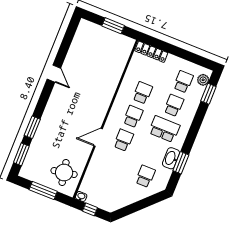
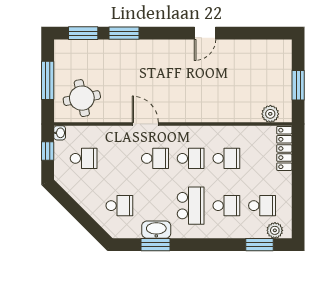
plant: (125, 52) -> (270, 114), added
school desk: (104, 187) -> (84, 158), added

